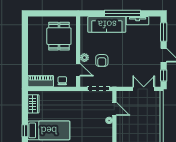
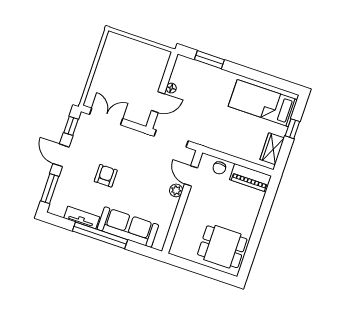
dining table: (59, 36) -> (222, 247), moved, turned 90
armchair: (102, 61) -> (106, 176), moved
double door: (144, 89) -> (106, 117), swing flipped
door: (114, 109) -> (158, 102), swing flipped
window: (25, 131) -> (292, 129), moved

